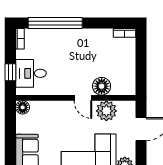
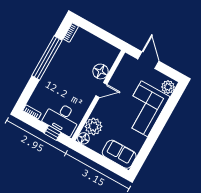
window: (55, 23) -> (47, 58), moved
desk: (31, 73) -> (62, 118), width x1.37
plant: (106, 111) -> (93, 126), moved

